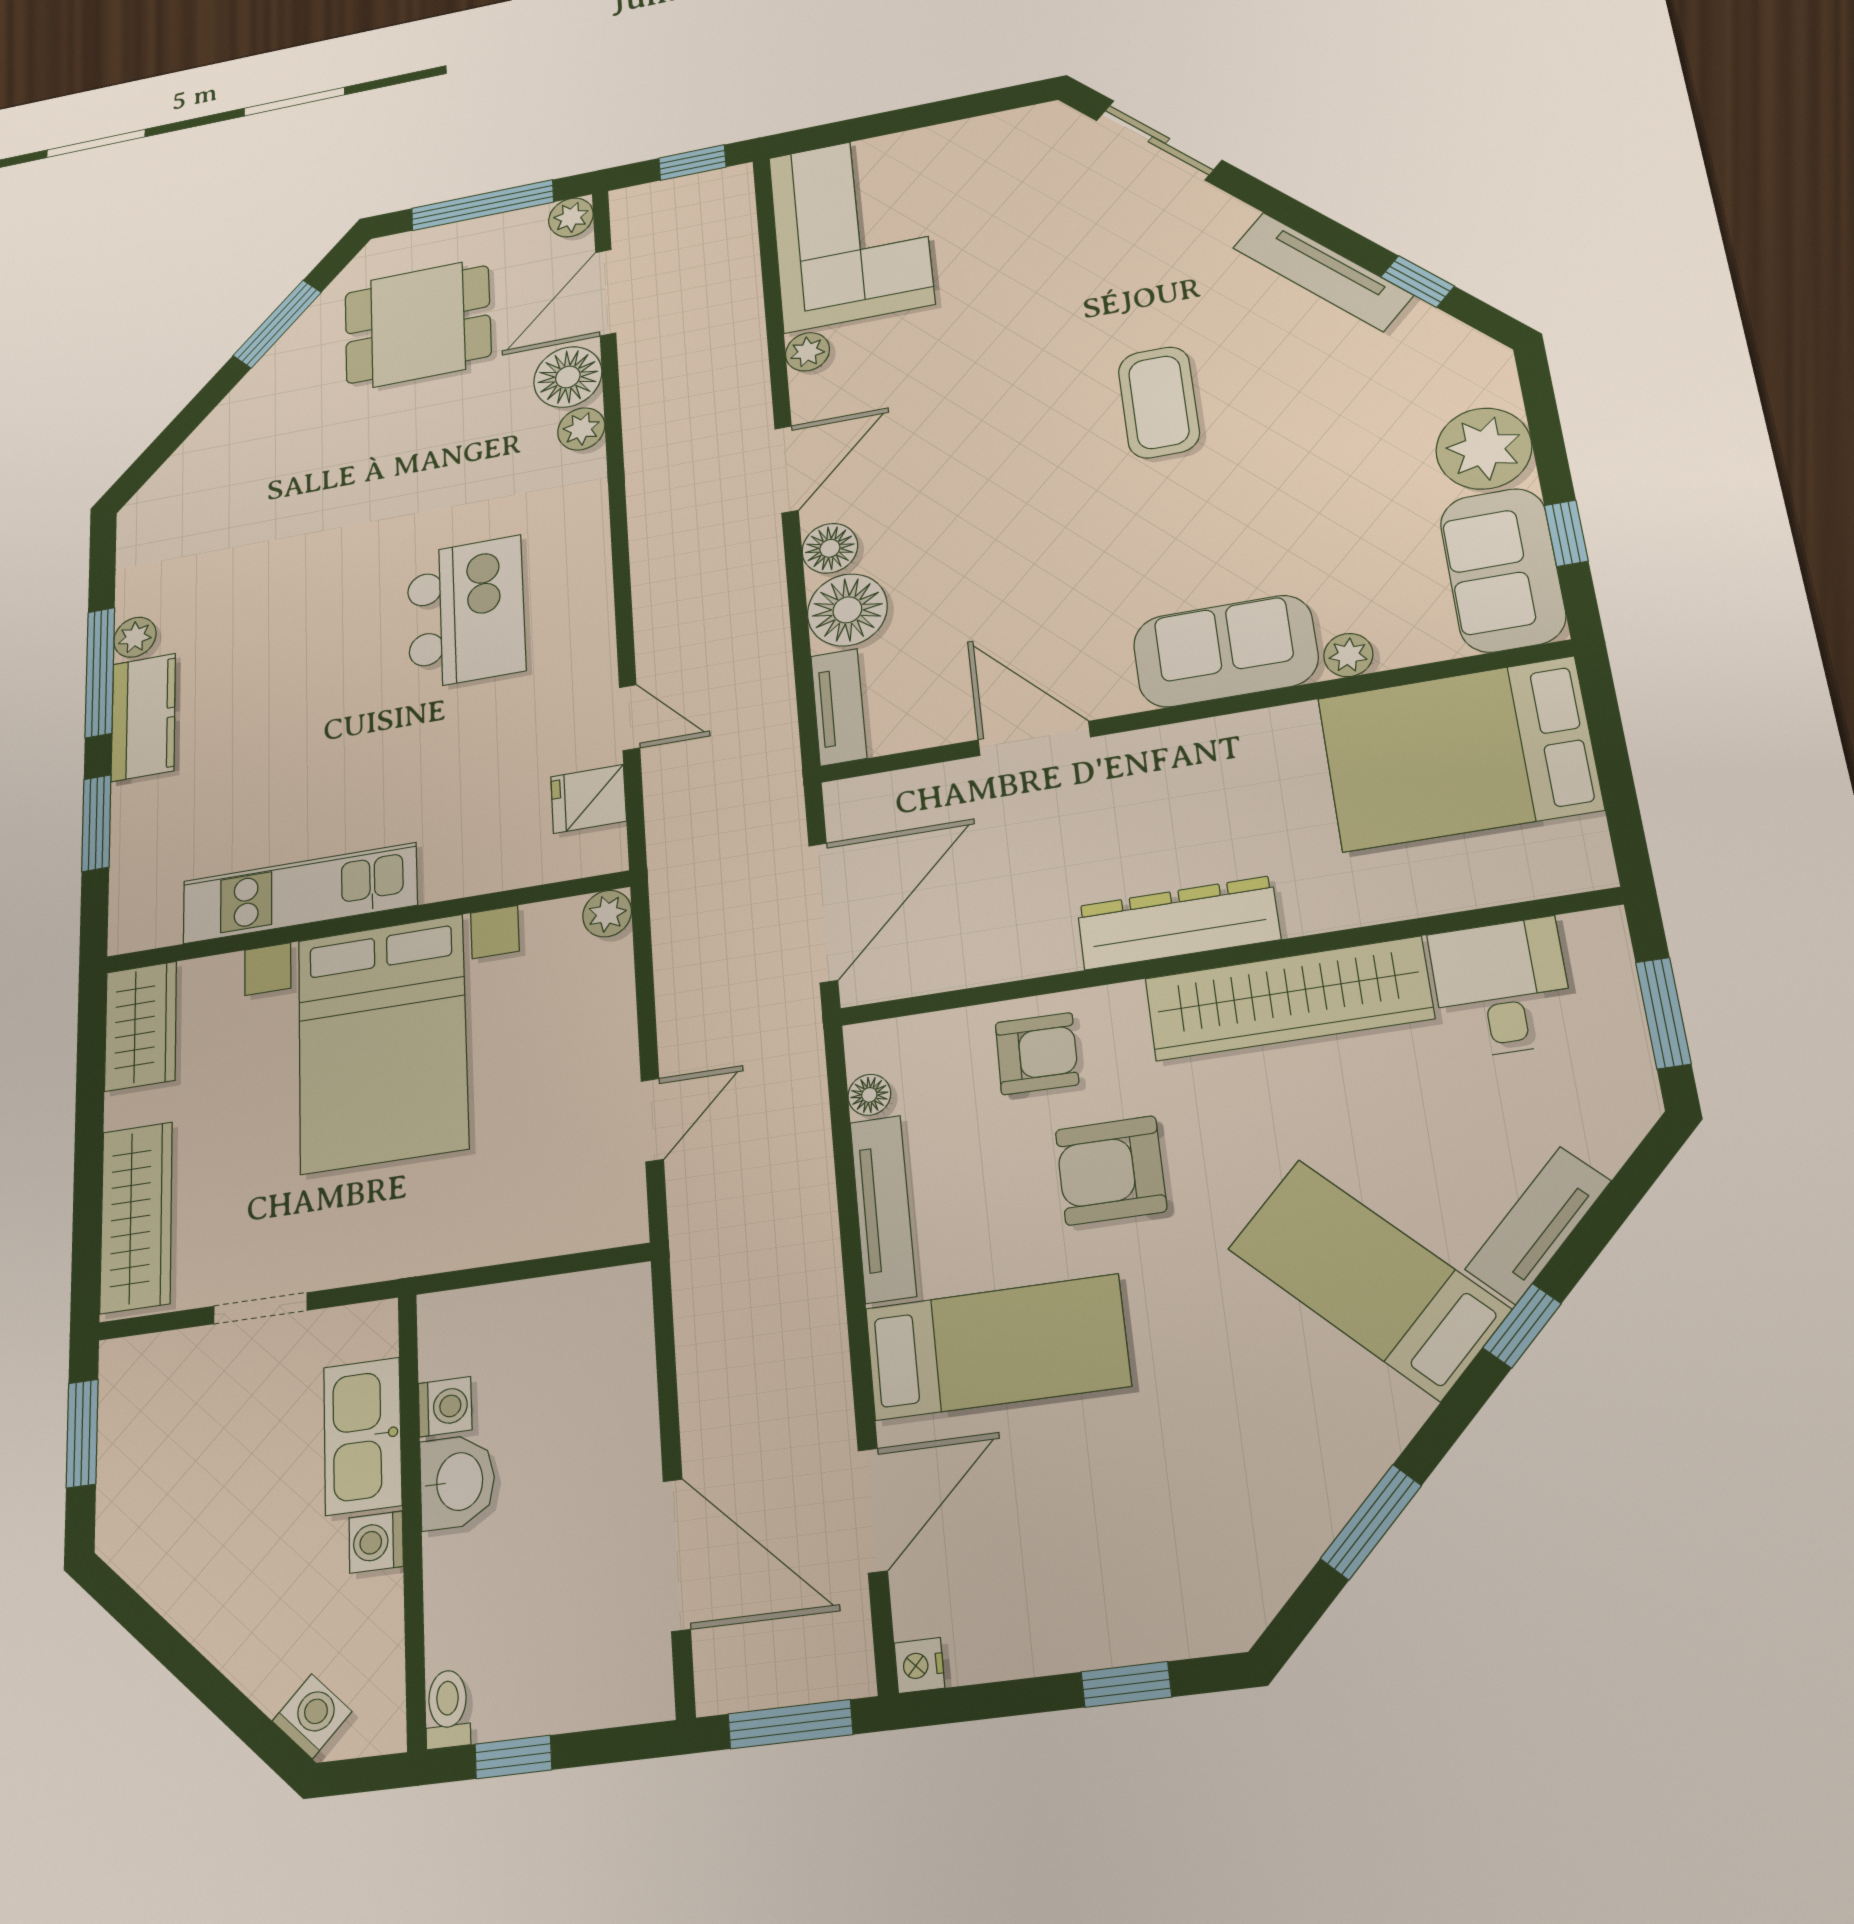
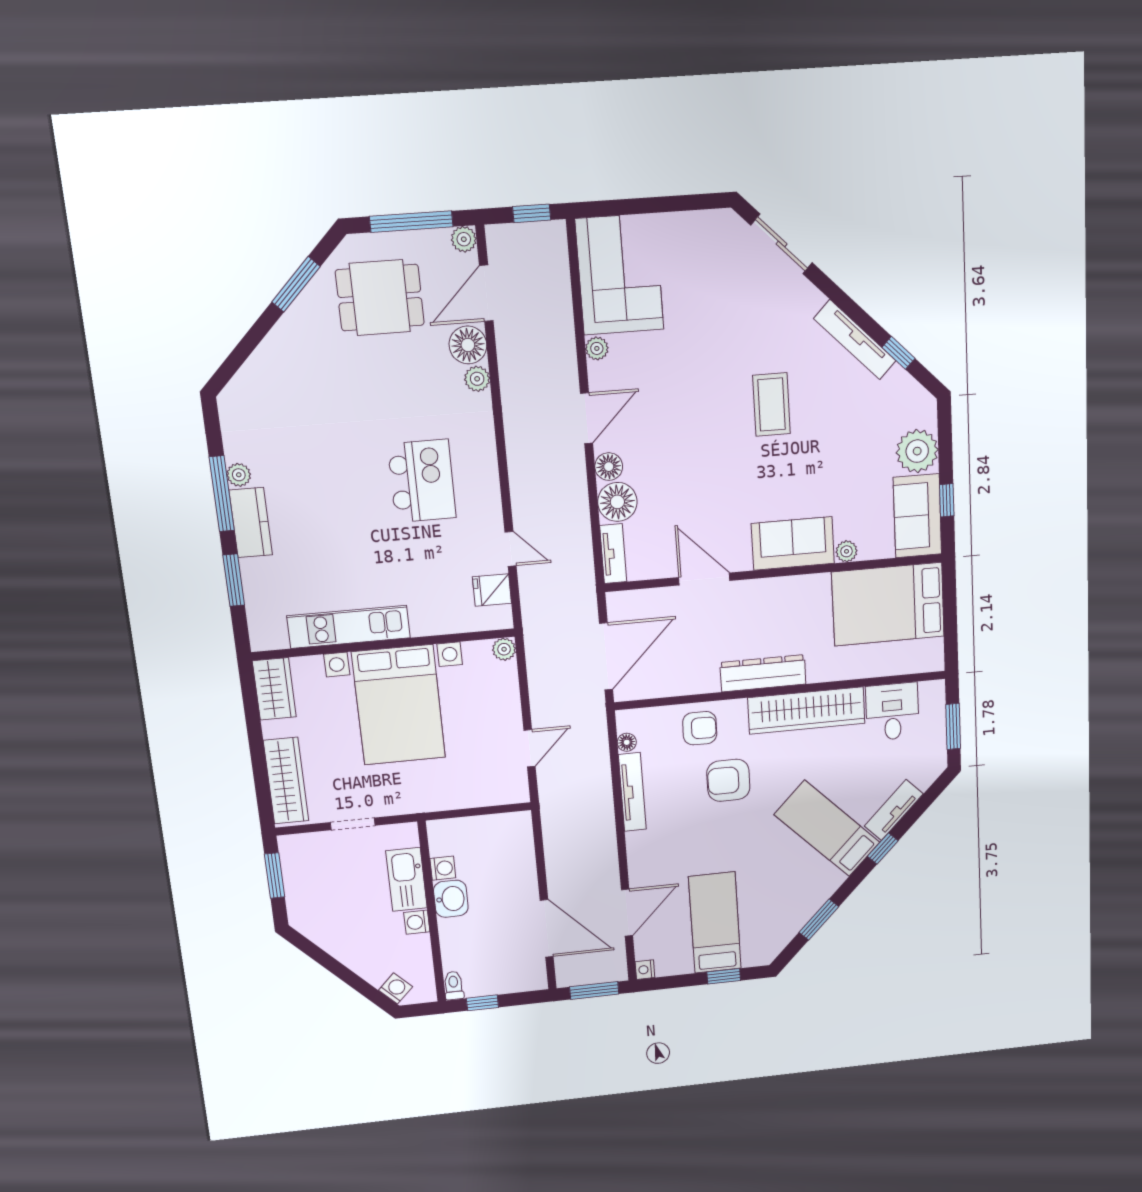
bed: (997, 1347) -> (715, 923), moved, turned -90

